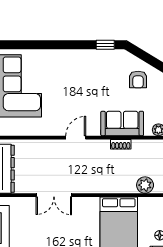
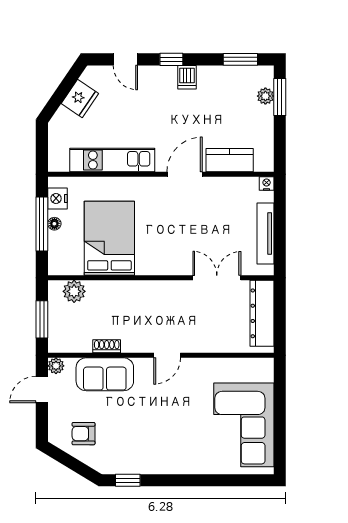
armchair: (138, 79) -> (83, 434), turned -90
double door: (54, 195) -> (217, 278), moved

